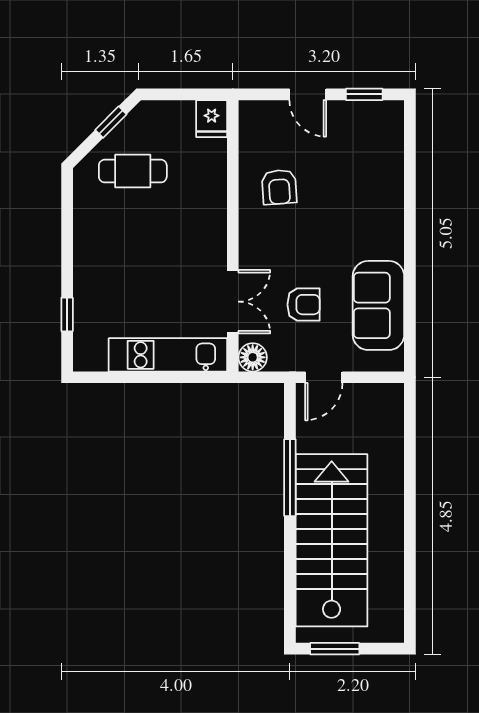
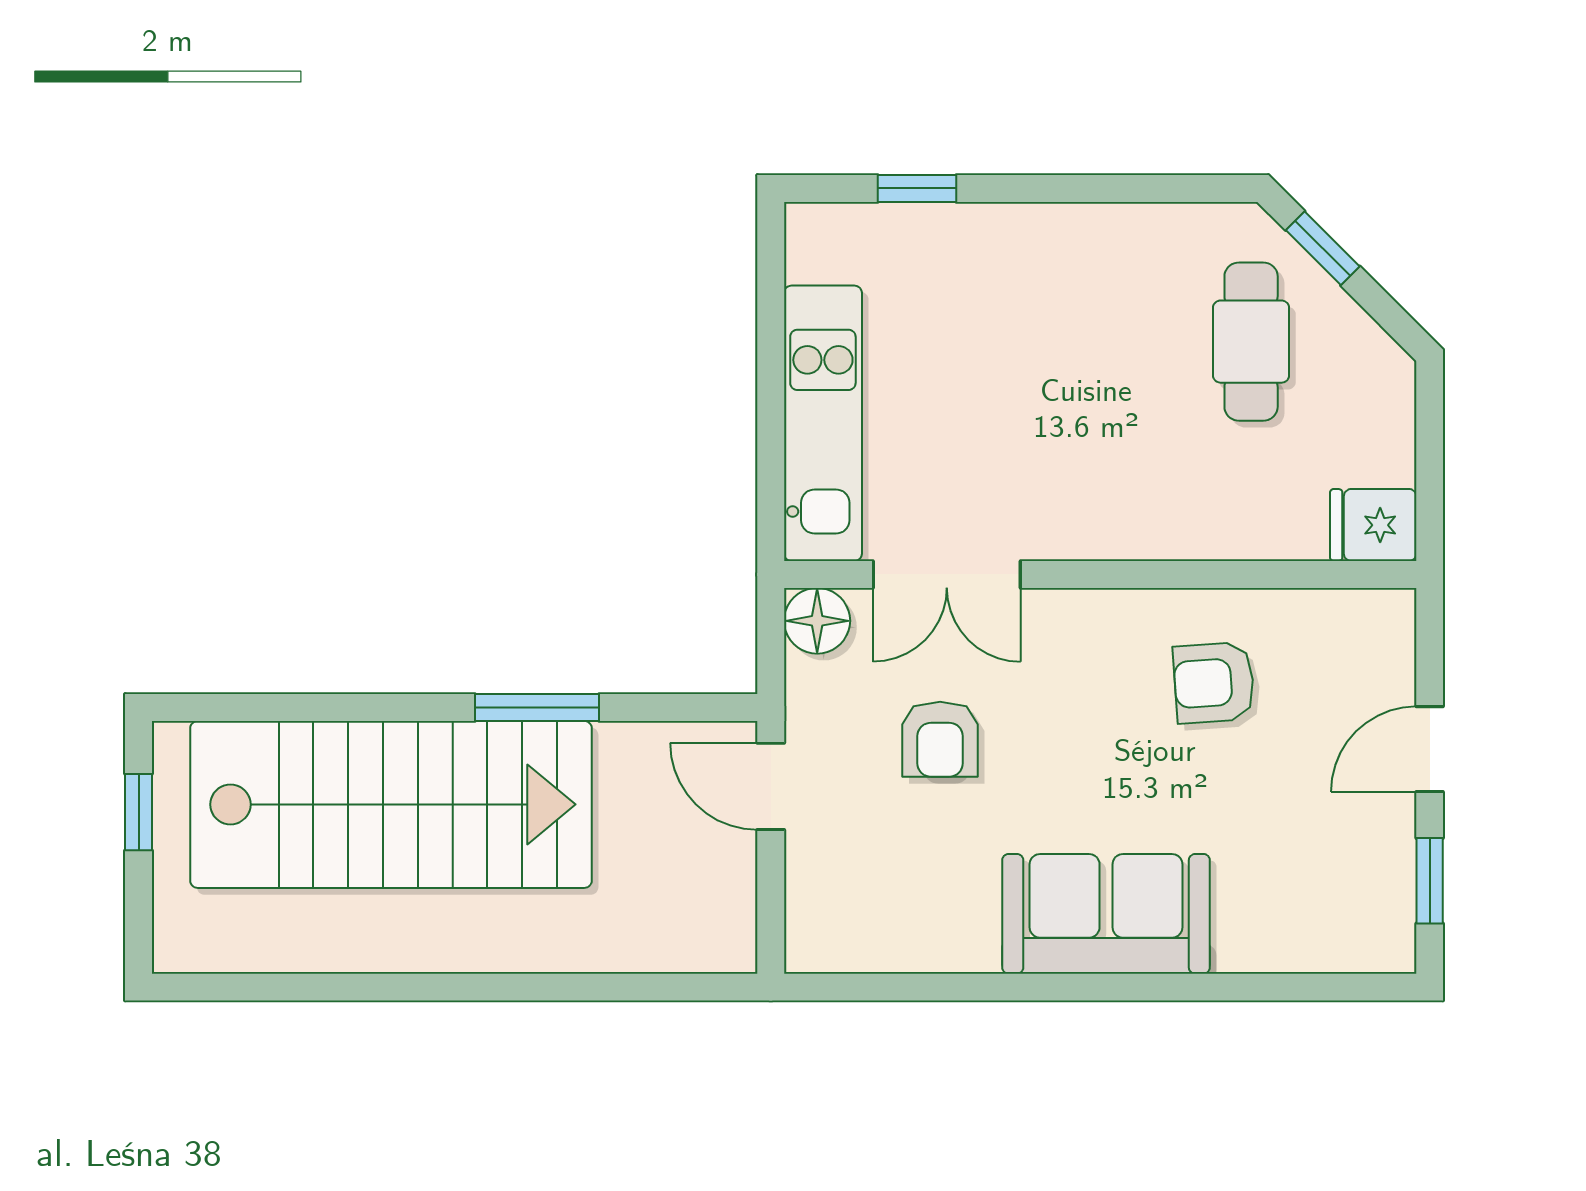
window: (111, 122) -> (1323, 248), moved
sofa: (378, 305) -> (1106, 914), moved
window: (290, 478) -> (537, 708), width x0.69
window: (335, 649) -> (139, 812), width x0.67

